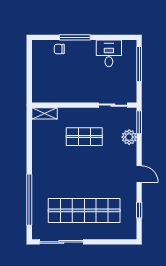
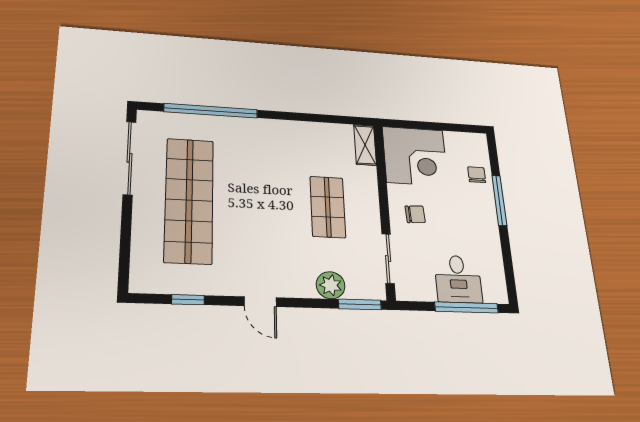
desk: (109, 53) -> (458, 279), moved, turned 90
corner desk: (50, 85) -> (415, 156), added
chair: (86, 88) -> (415, 214), added
door: (139, 174) -> (260, 302), hinge flipped

